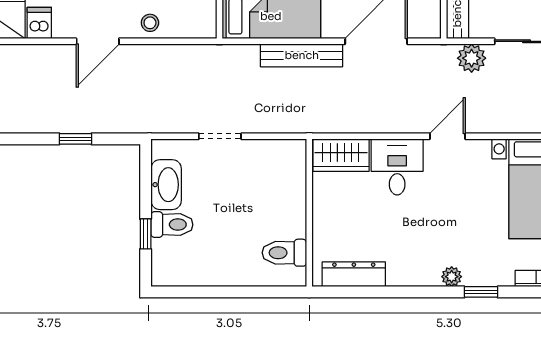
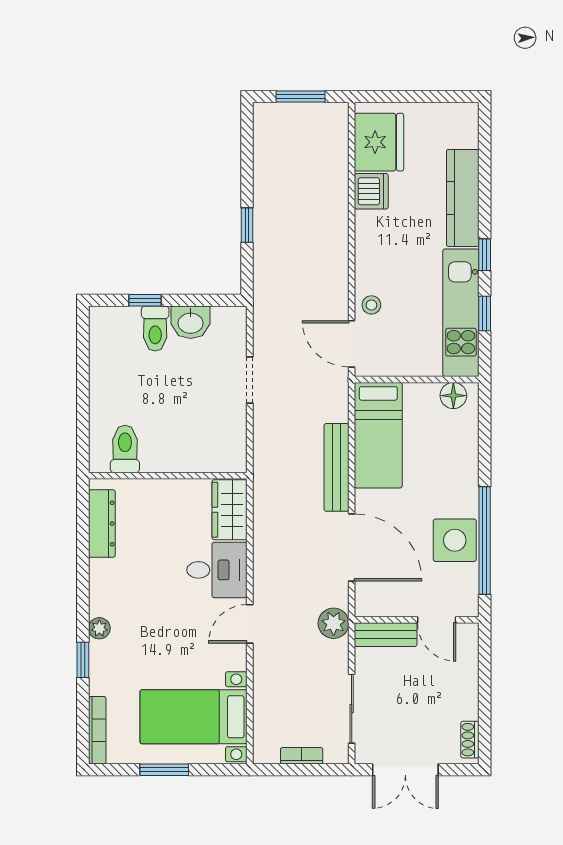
dishwasher: (39, 23) -> (371, 191), width x1.38
door: (98, 41) -> (352, 344), moved
plant: (472, 58) -> (334, 623), moved
door: (447, 136) -> (250, 624), swing flipped
washbasin: (166, 185) -> (191, 322), width x0.72

